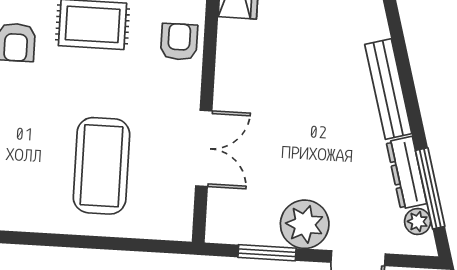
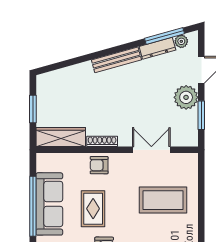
shoe rack: (227, 51) -> (102, 141), added

